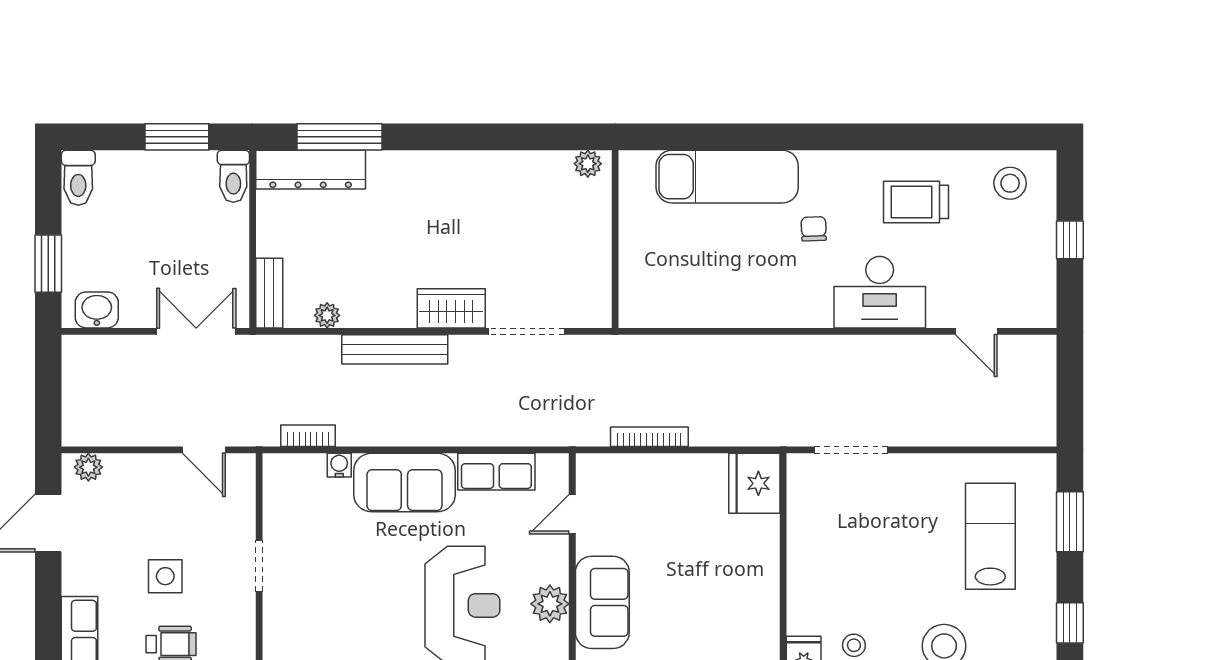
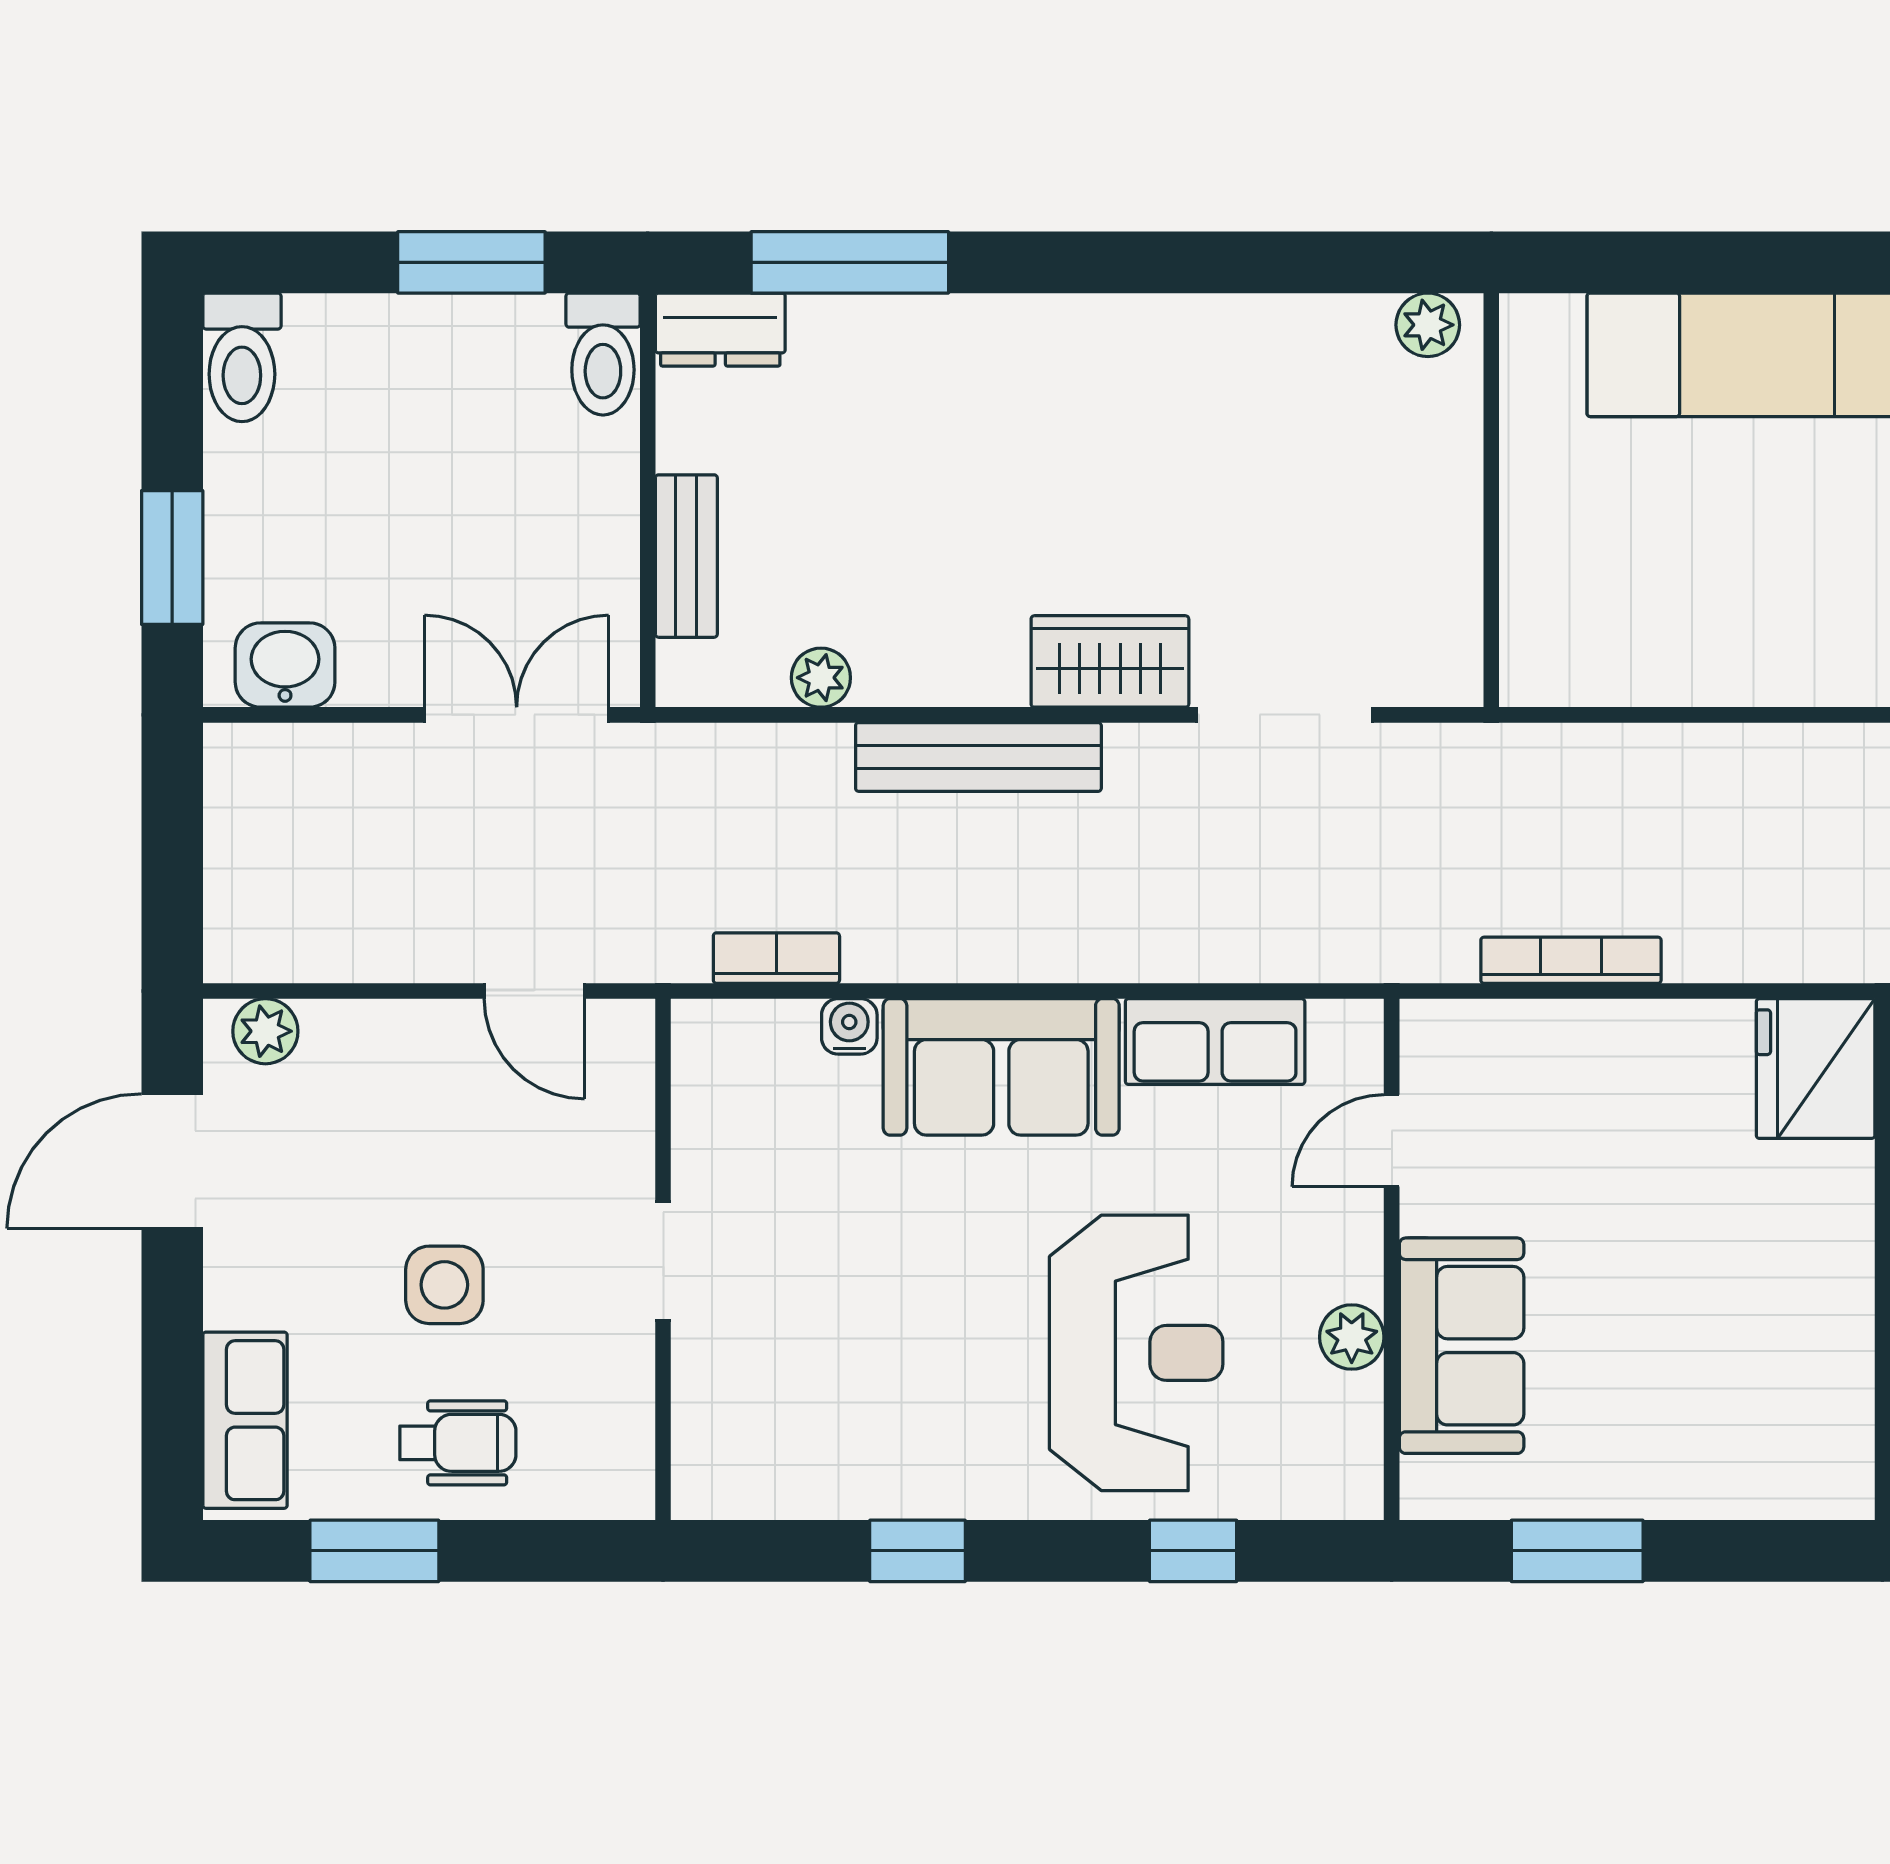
dresser: (311, 170) -> (720, 330), width x0.51, depth x0.80
bench: (269, 293) -> (686, 556), moved
plant: (550, 604) -> (1352, 1337), width x0.73, depth x0.73

